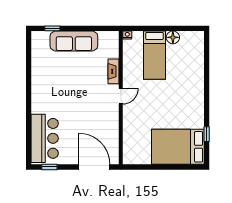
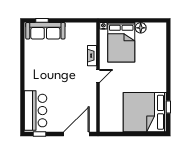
sofa: (74, 41) -> (45, 31), moved
bed: (154, 55) -> (121, 42), width x1.50
bed: (178, 147) -> (145, 112), width x1.36
door: (94, 167) -> (76, 134), hinge flipped

